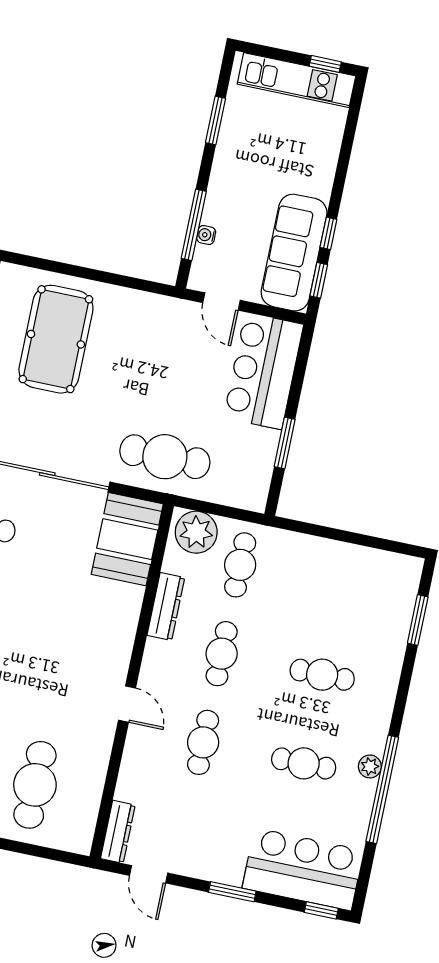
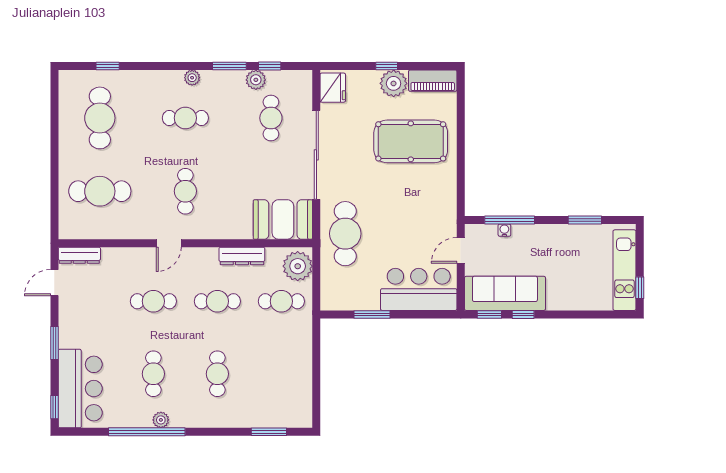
cafe table: (60, 666) -> (185, 191), added

